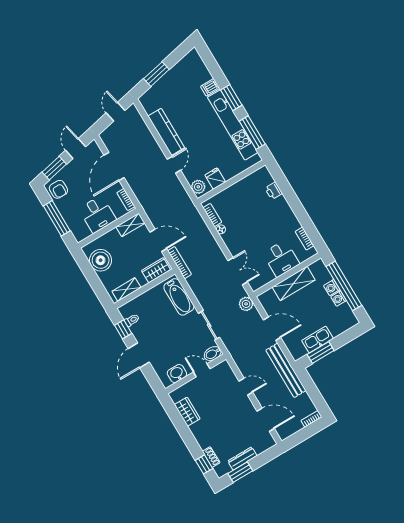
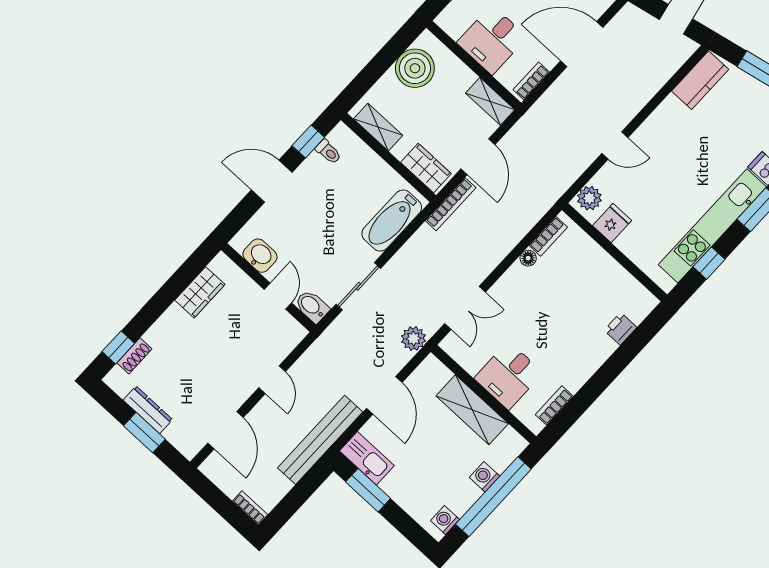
kitchen counter: (166, 132) -> (700, 80), moved, width x0.67
window: (252, 133) -> (709, 263), width x0.46
washing machine: (339, 299) -> (445, 520), moved
kitchen sink: (317, 340) -> (367, 458), moved
window: (240, 472) -> (144, 433), moved

